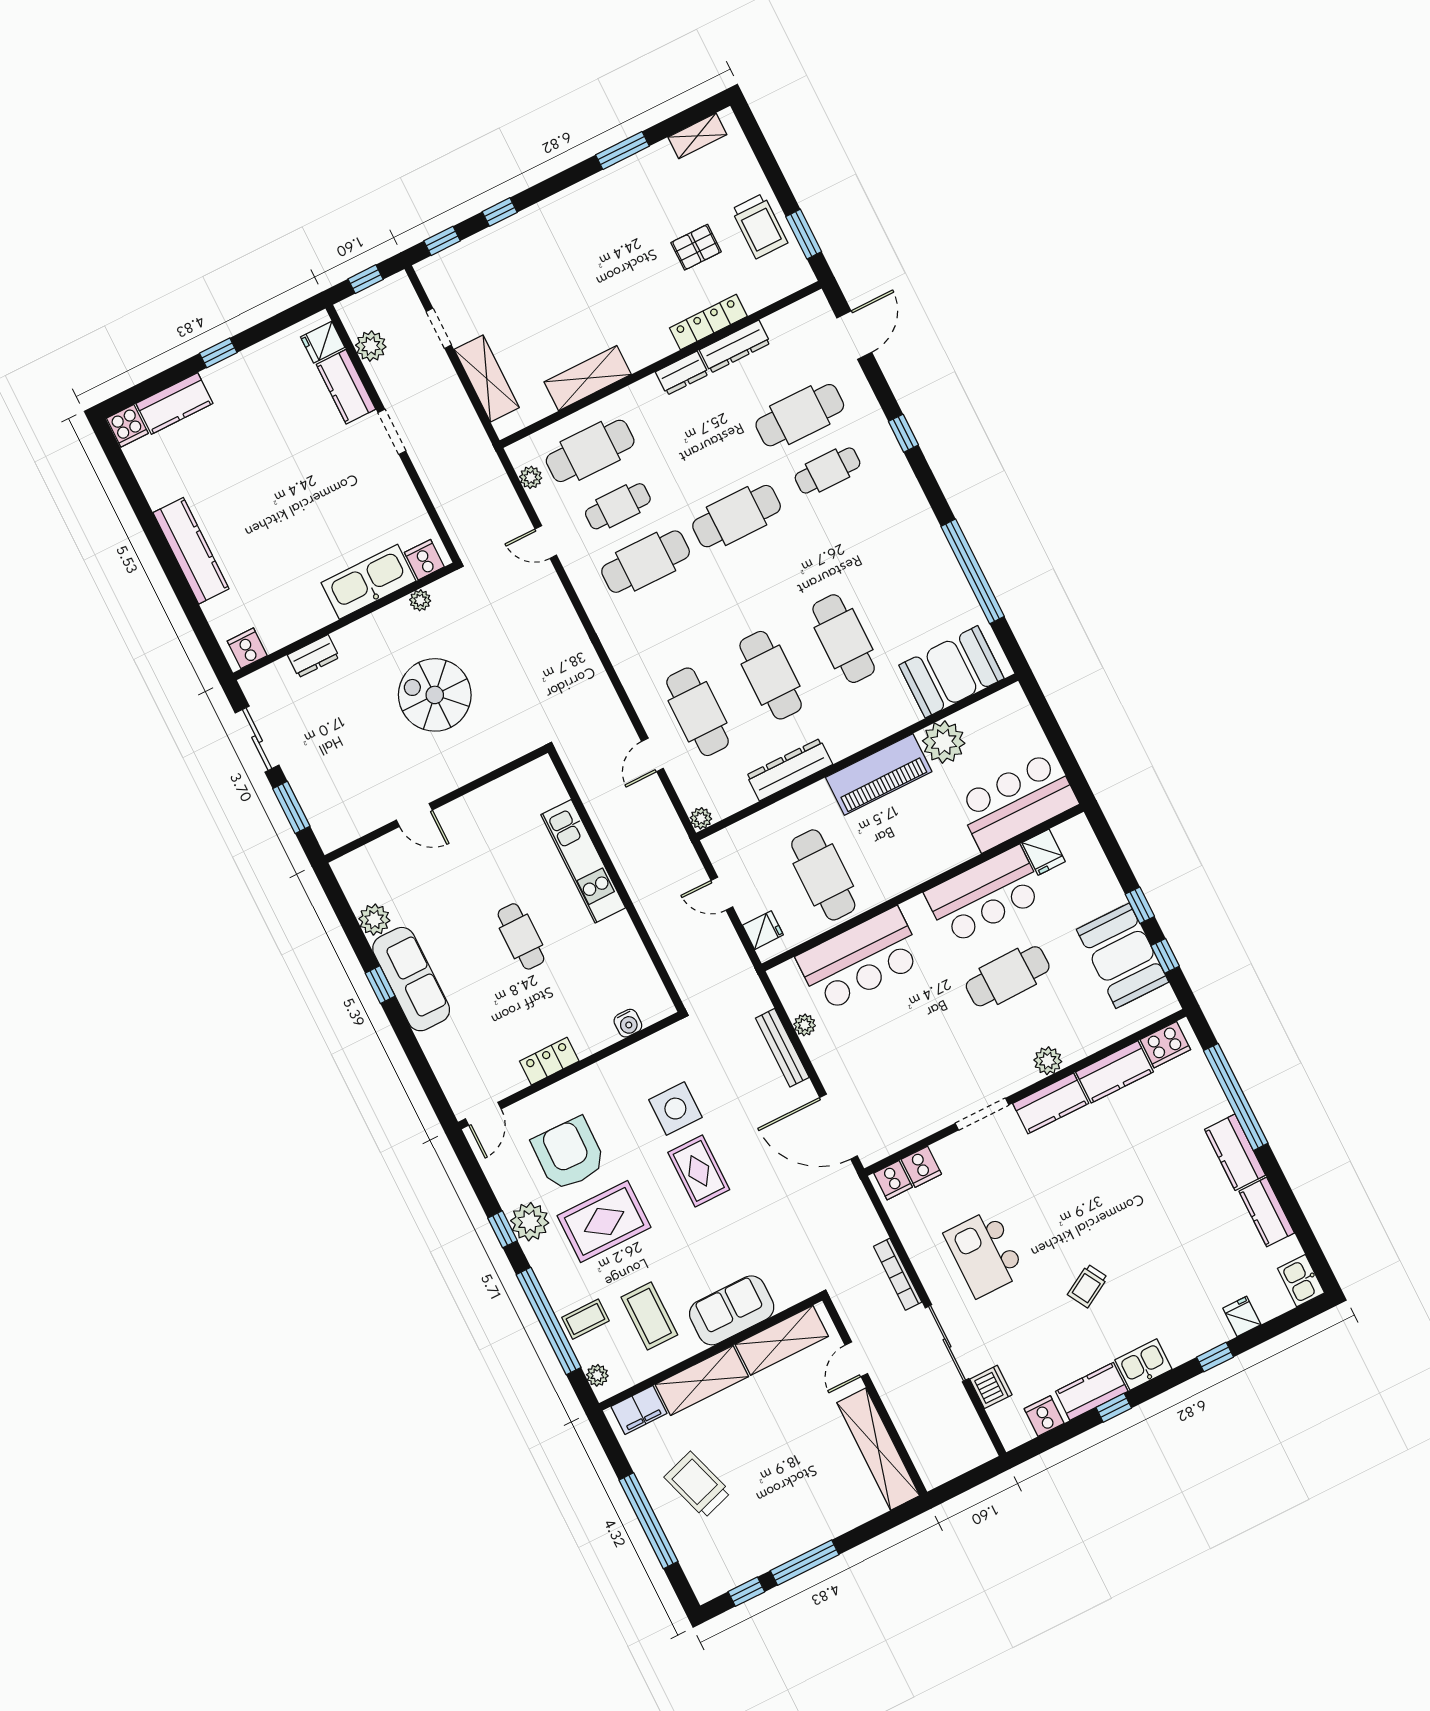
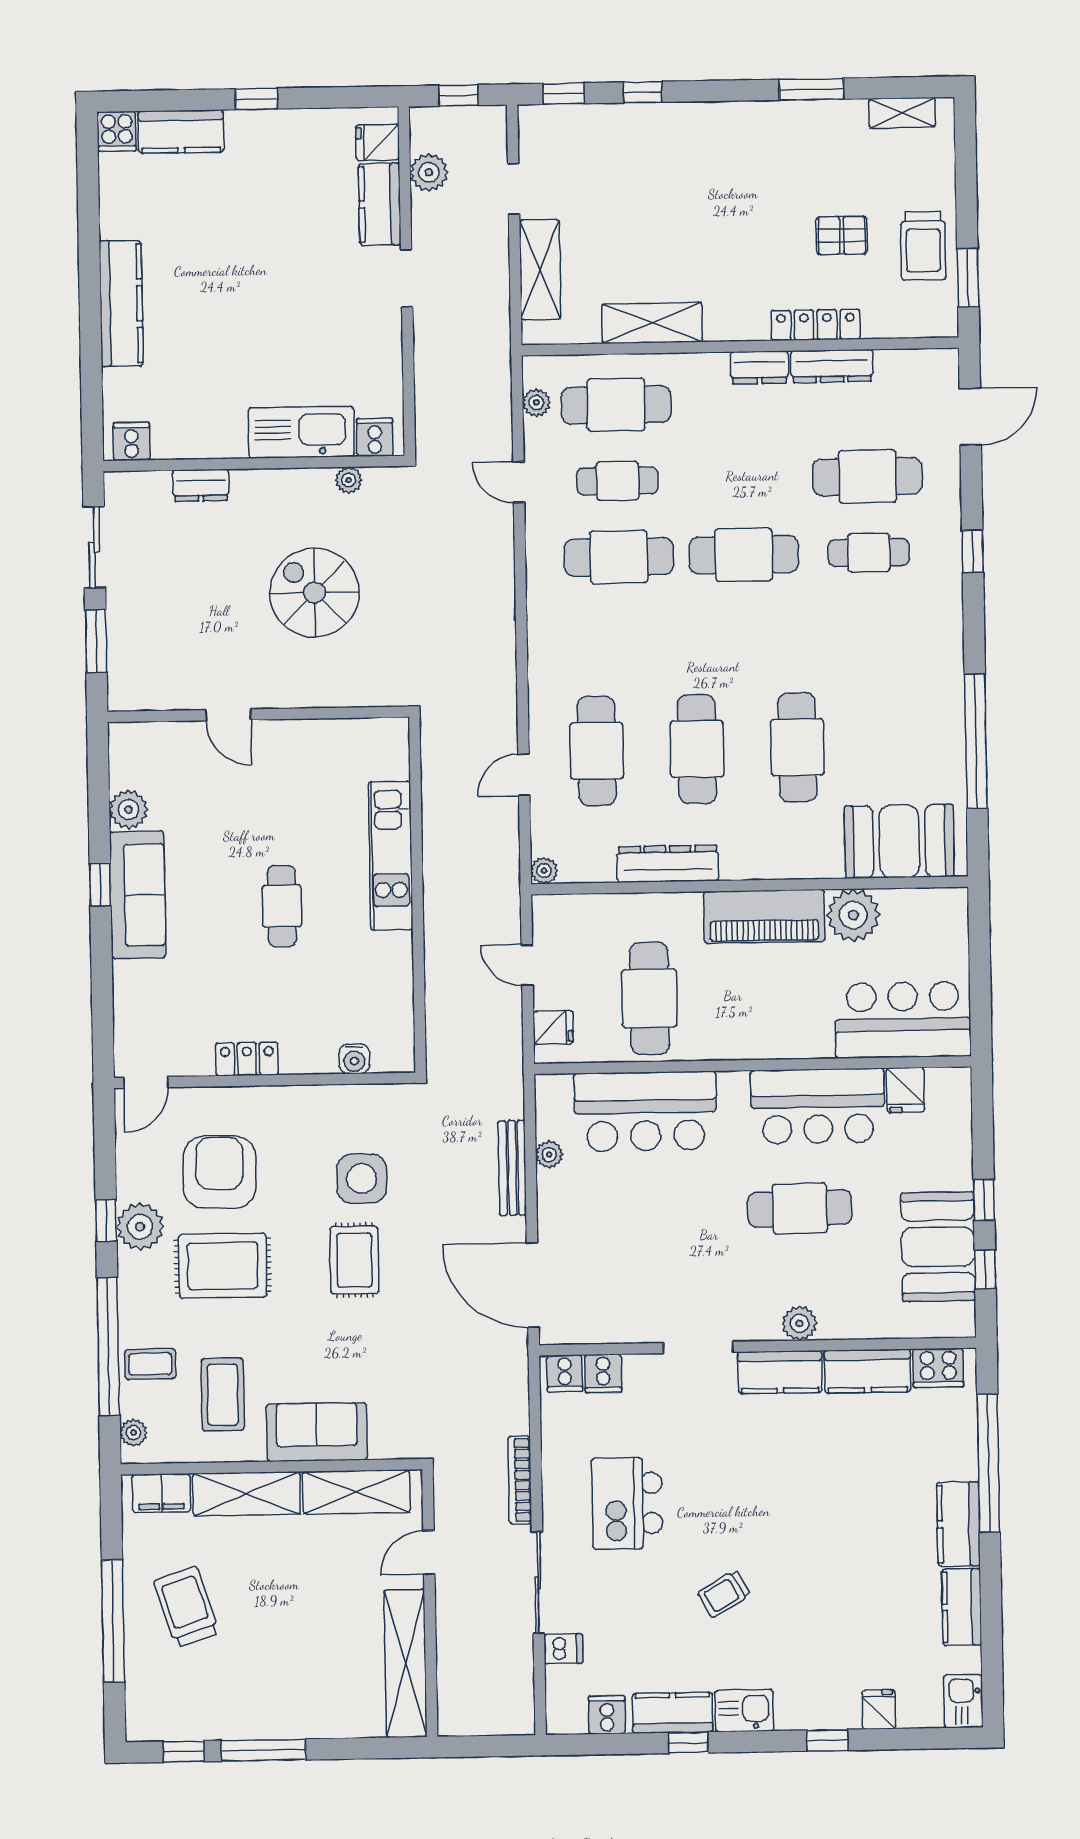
dishwasher: (991, 1387) -> (563, 1649), width x0.73

